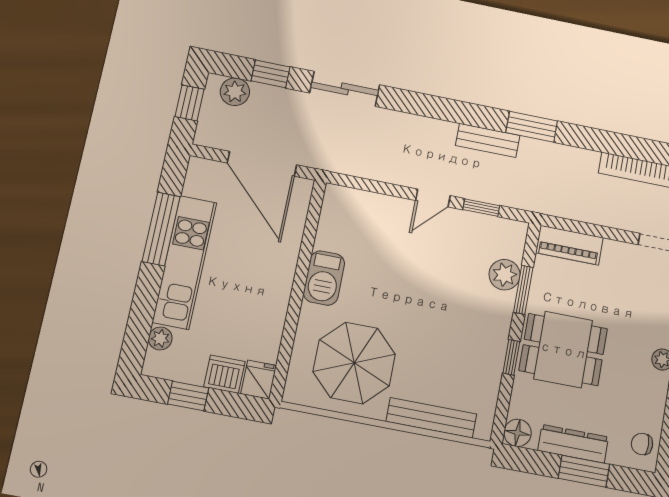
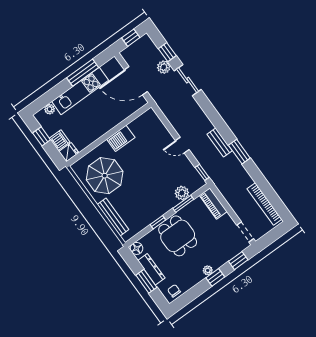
plant: (235, 92) -> (164, 67), moved
door: (262, 164) -> (136, 81), hinge flipped
window: (481, 208) -> (202, 172), moved

